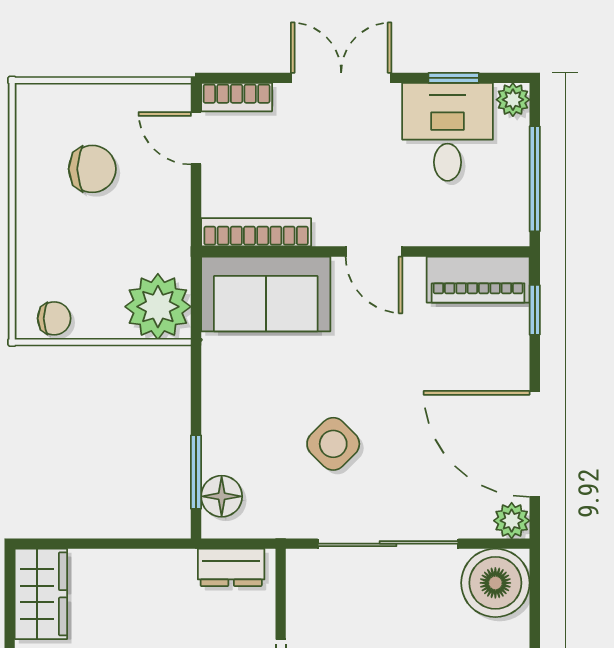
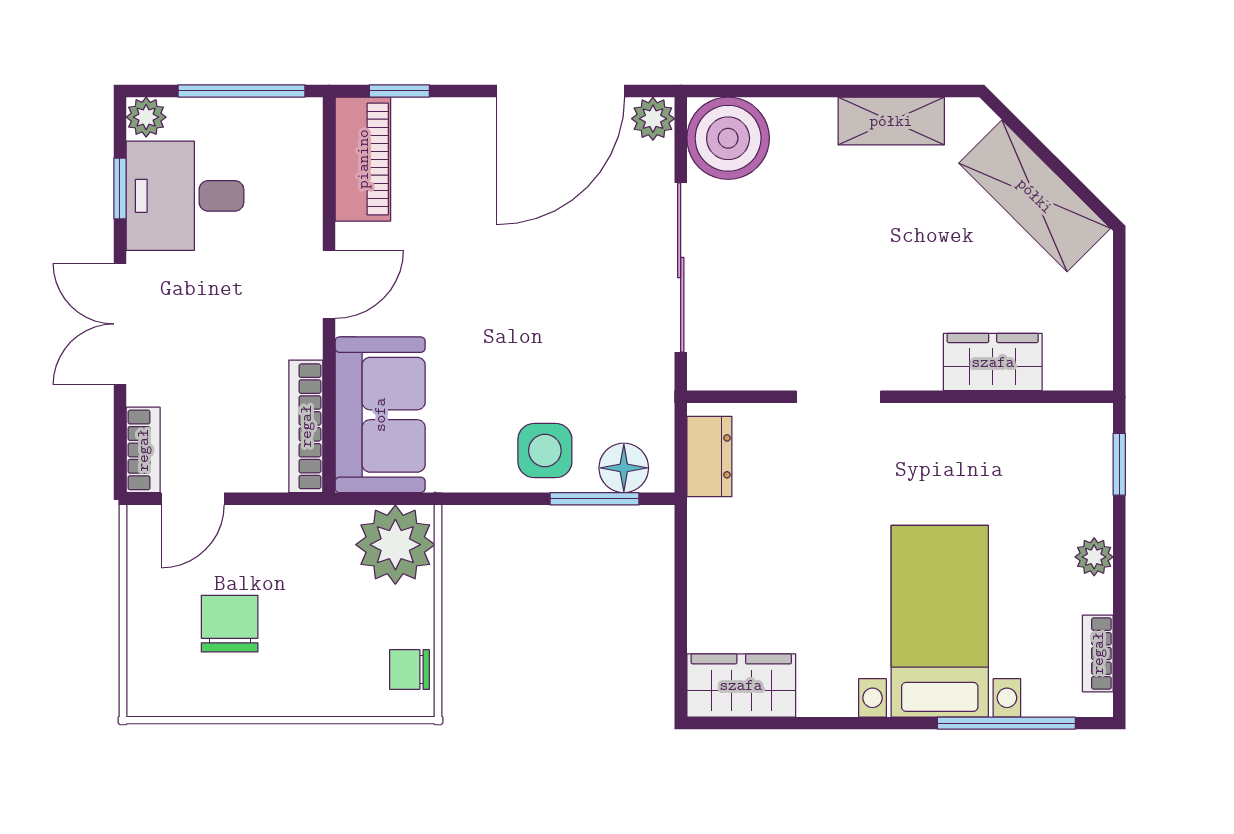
chair: (54, 318) -> (410, 670), turned -90
side table: (333, 444) -> (545, 451), moved, turned 45

